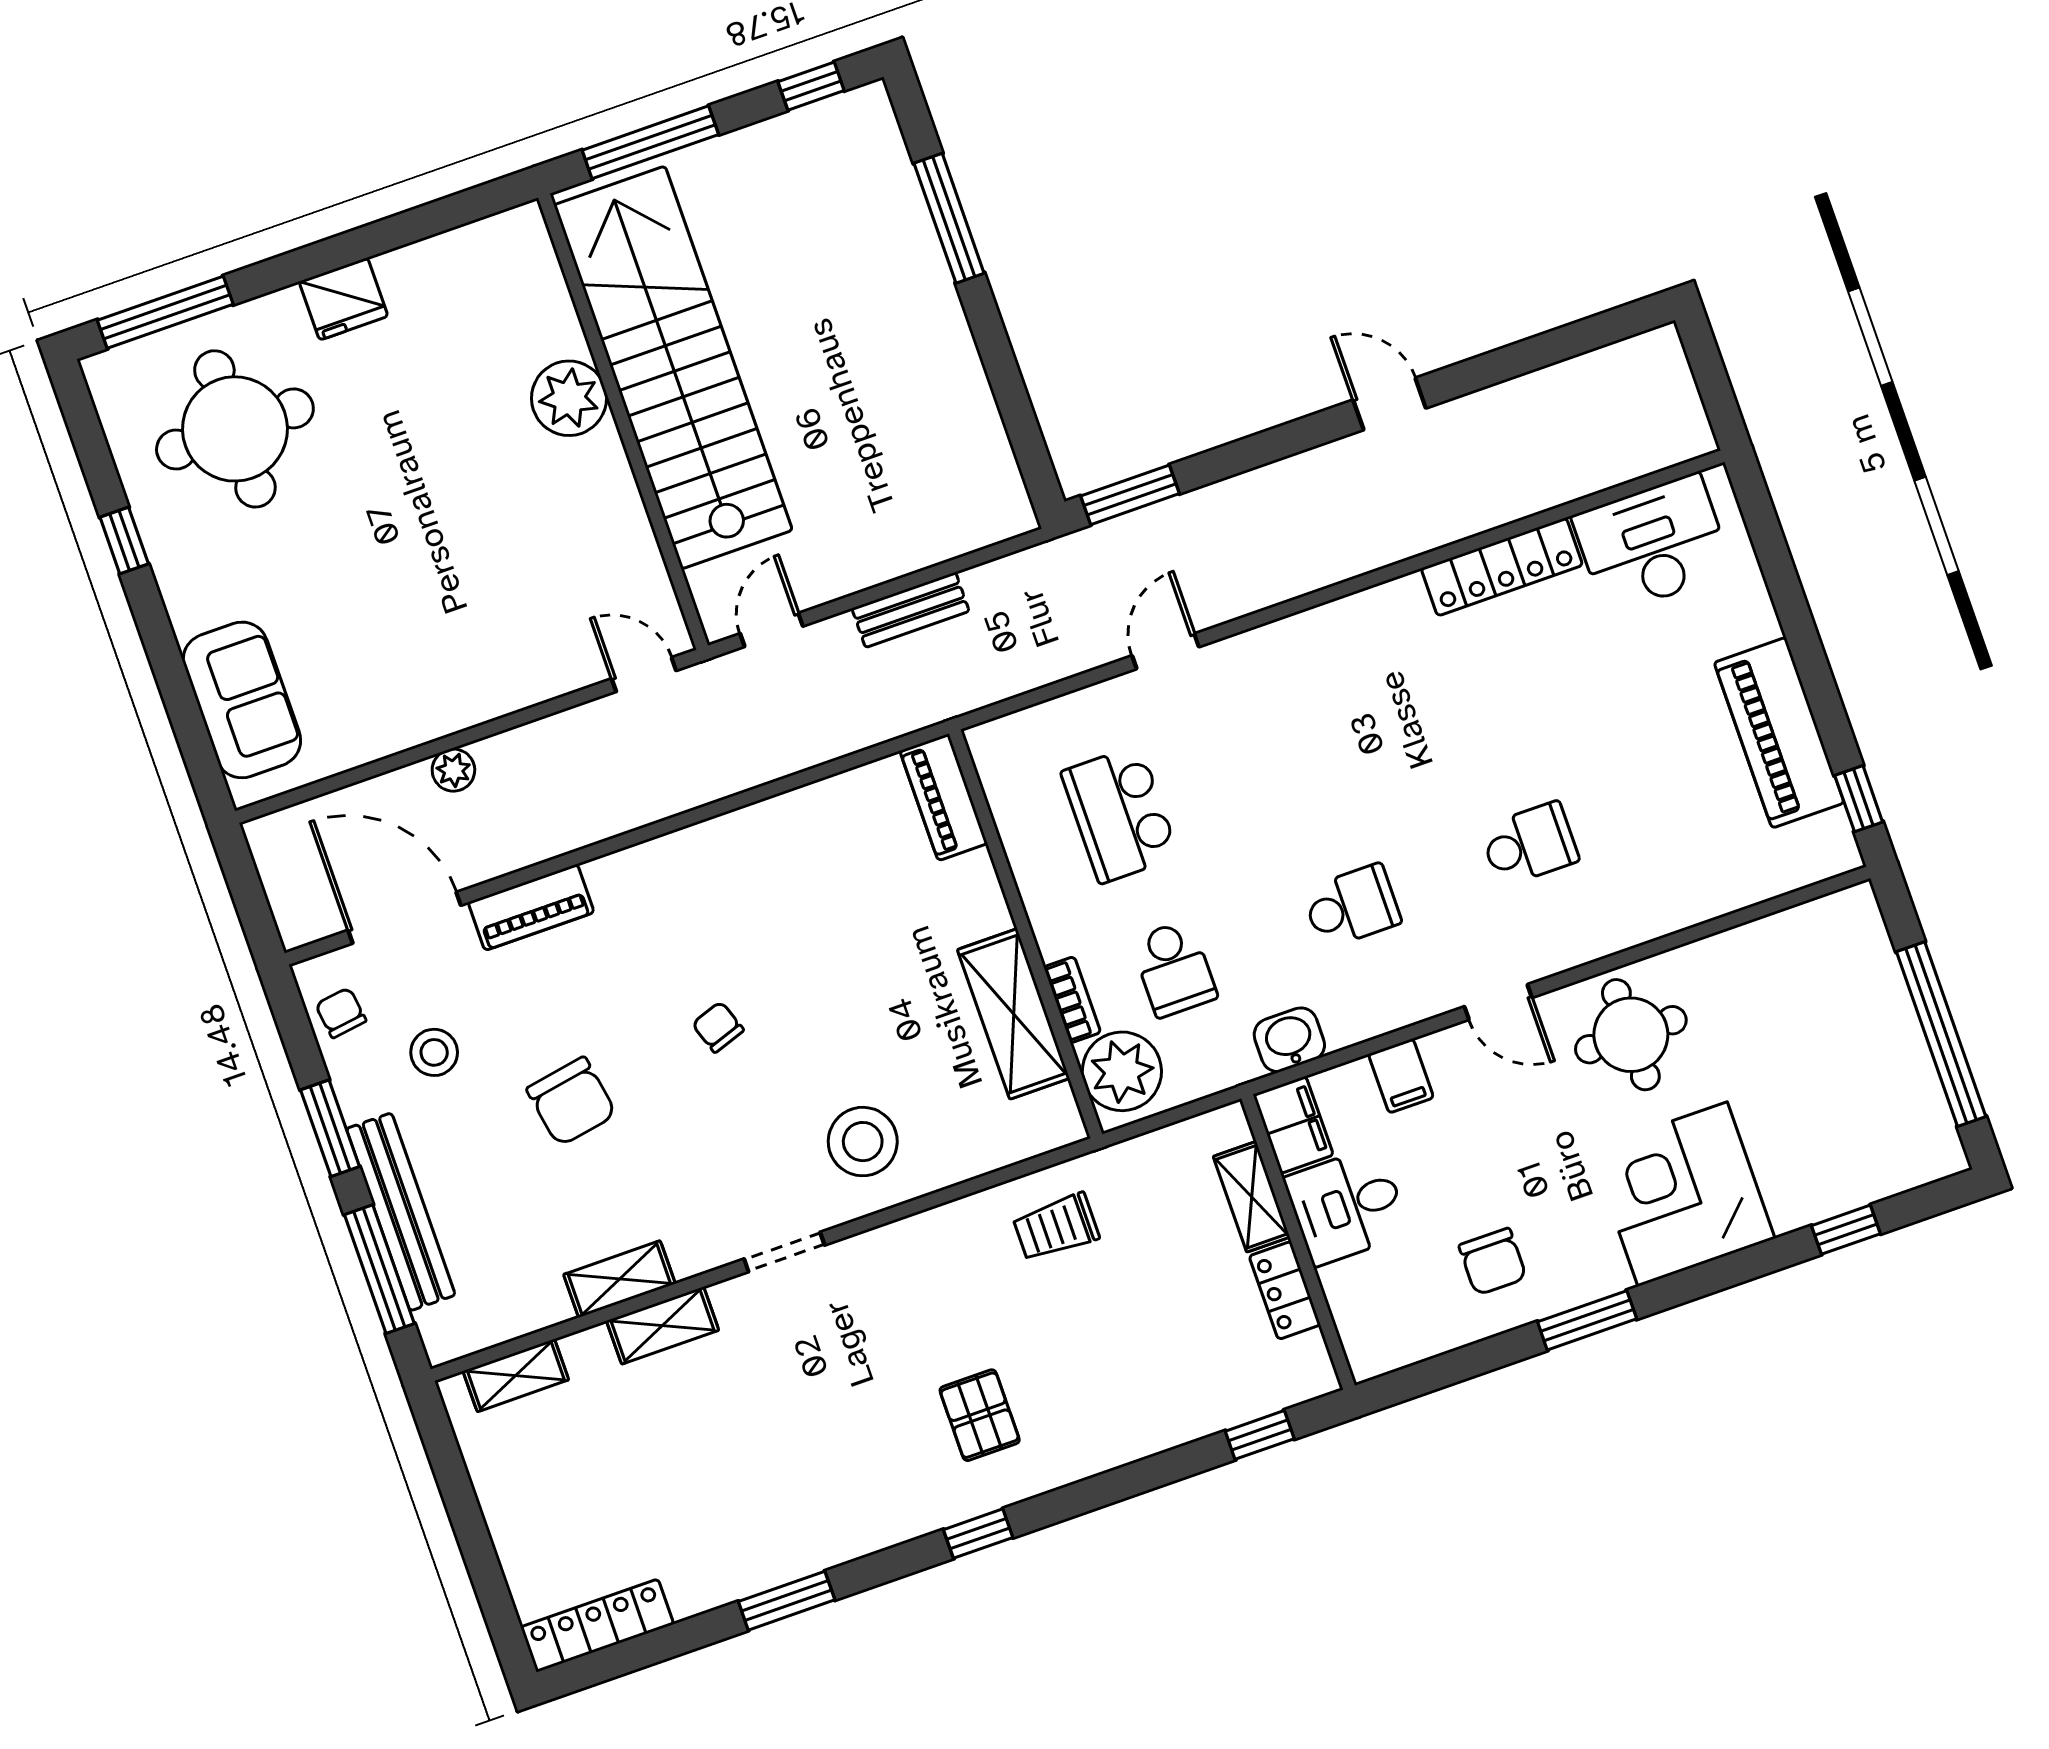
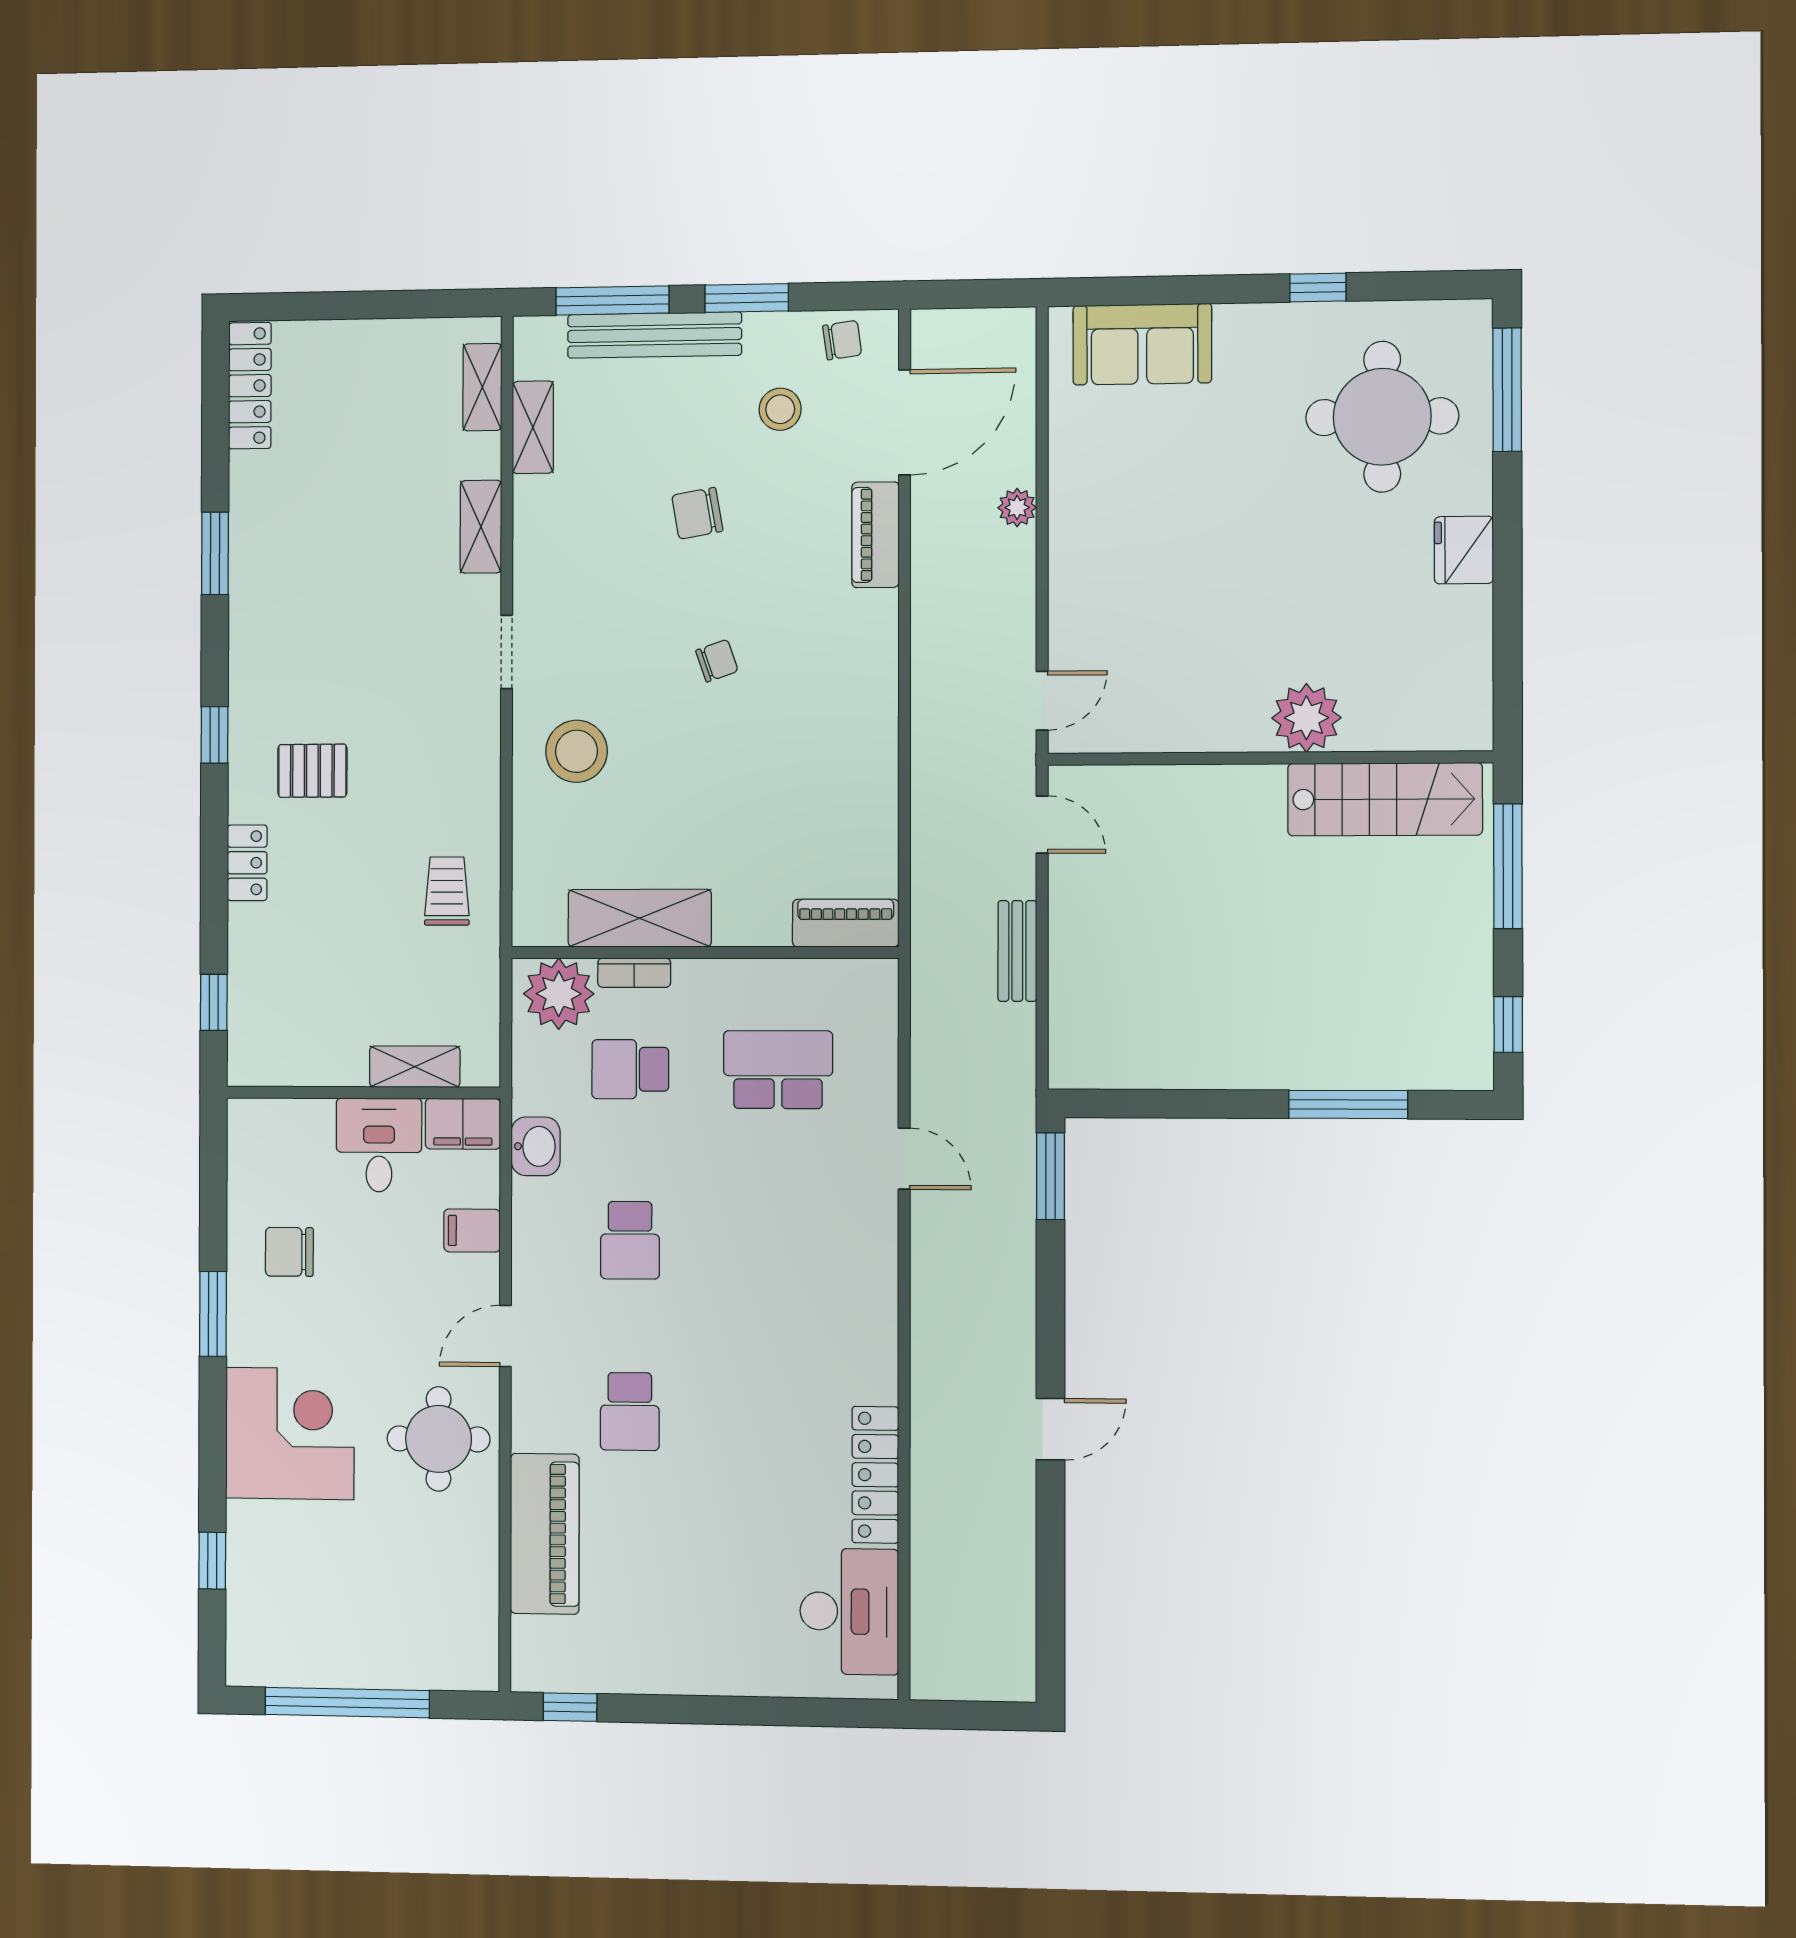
stairs: (673, 368) -> (1385, 799), width x0.54, depth x0.66
piano: (1779, 733) -> (545, 1534), moved, turned 90
chair: (571, 1101) -> (697, 513), width x0.73, depth x0.73
shelving: (619, 1279) -> (533, 427), moved
locker: (1285, 1290) -> (247, 863), moved, turned 90

